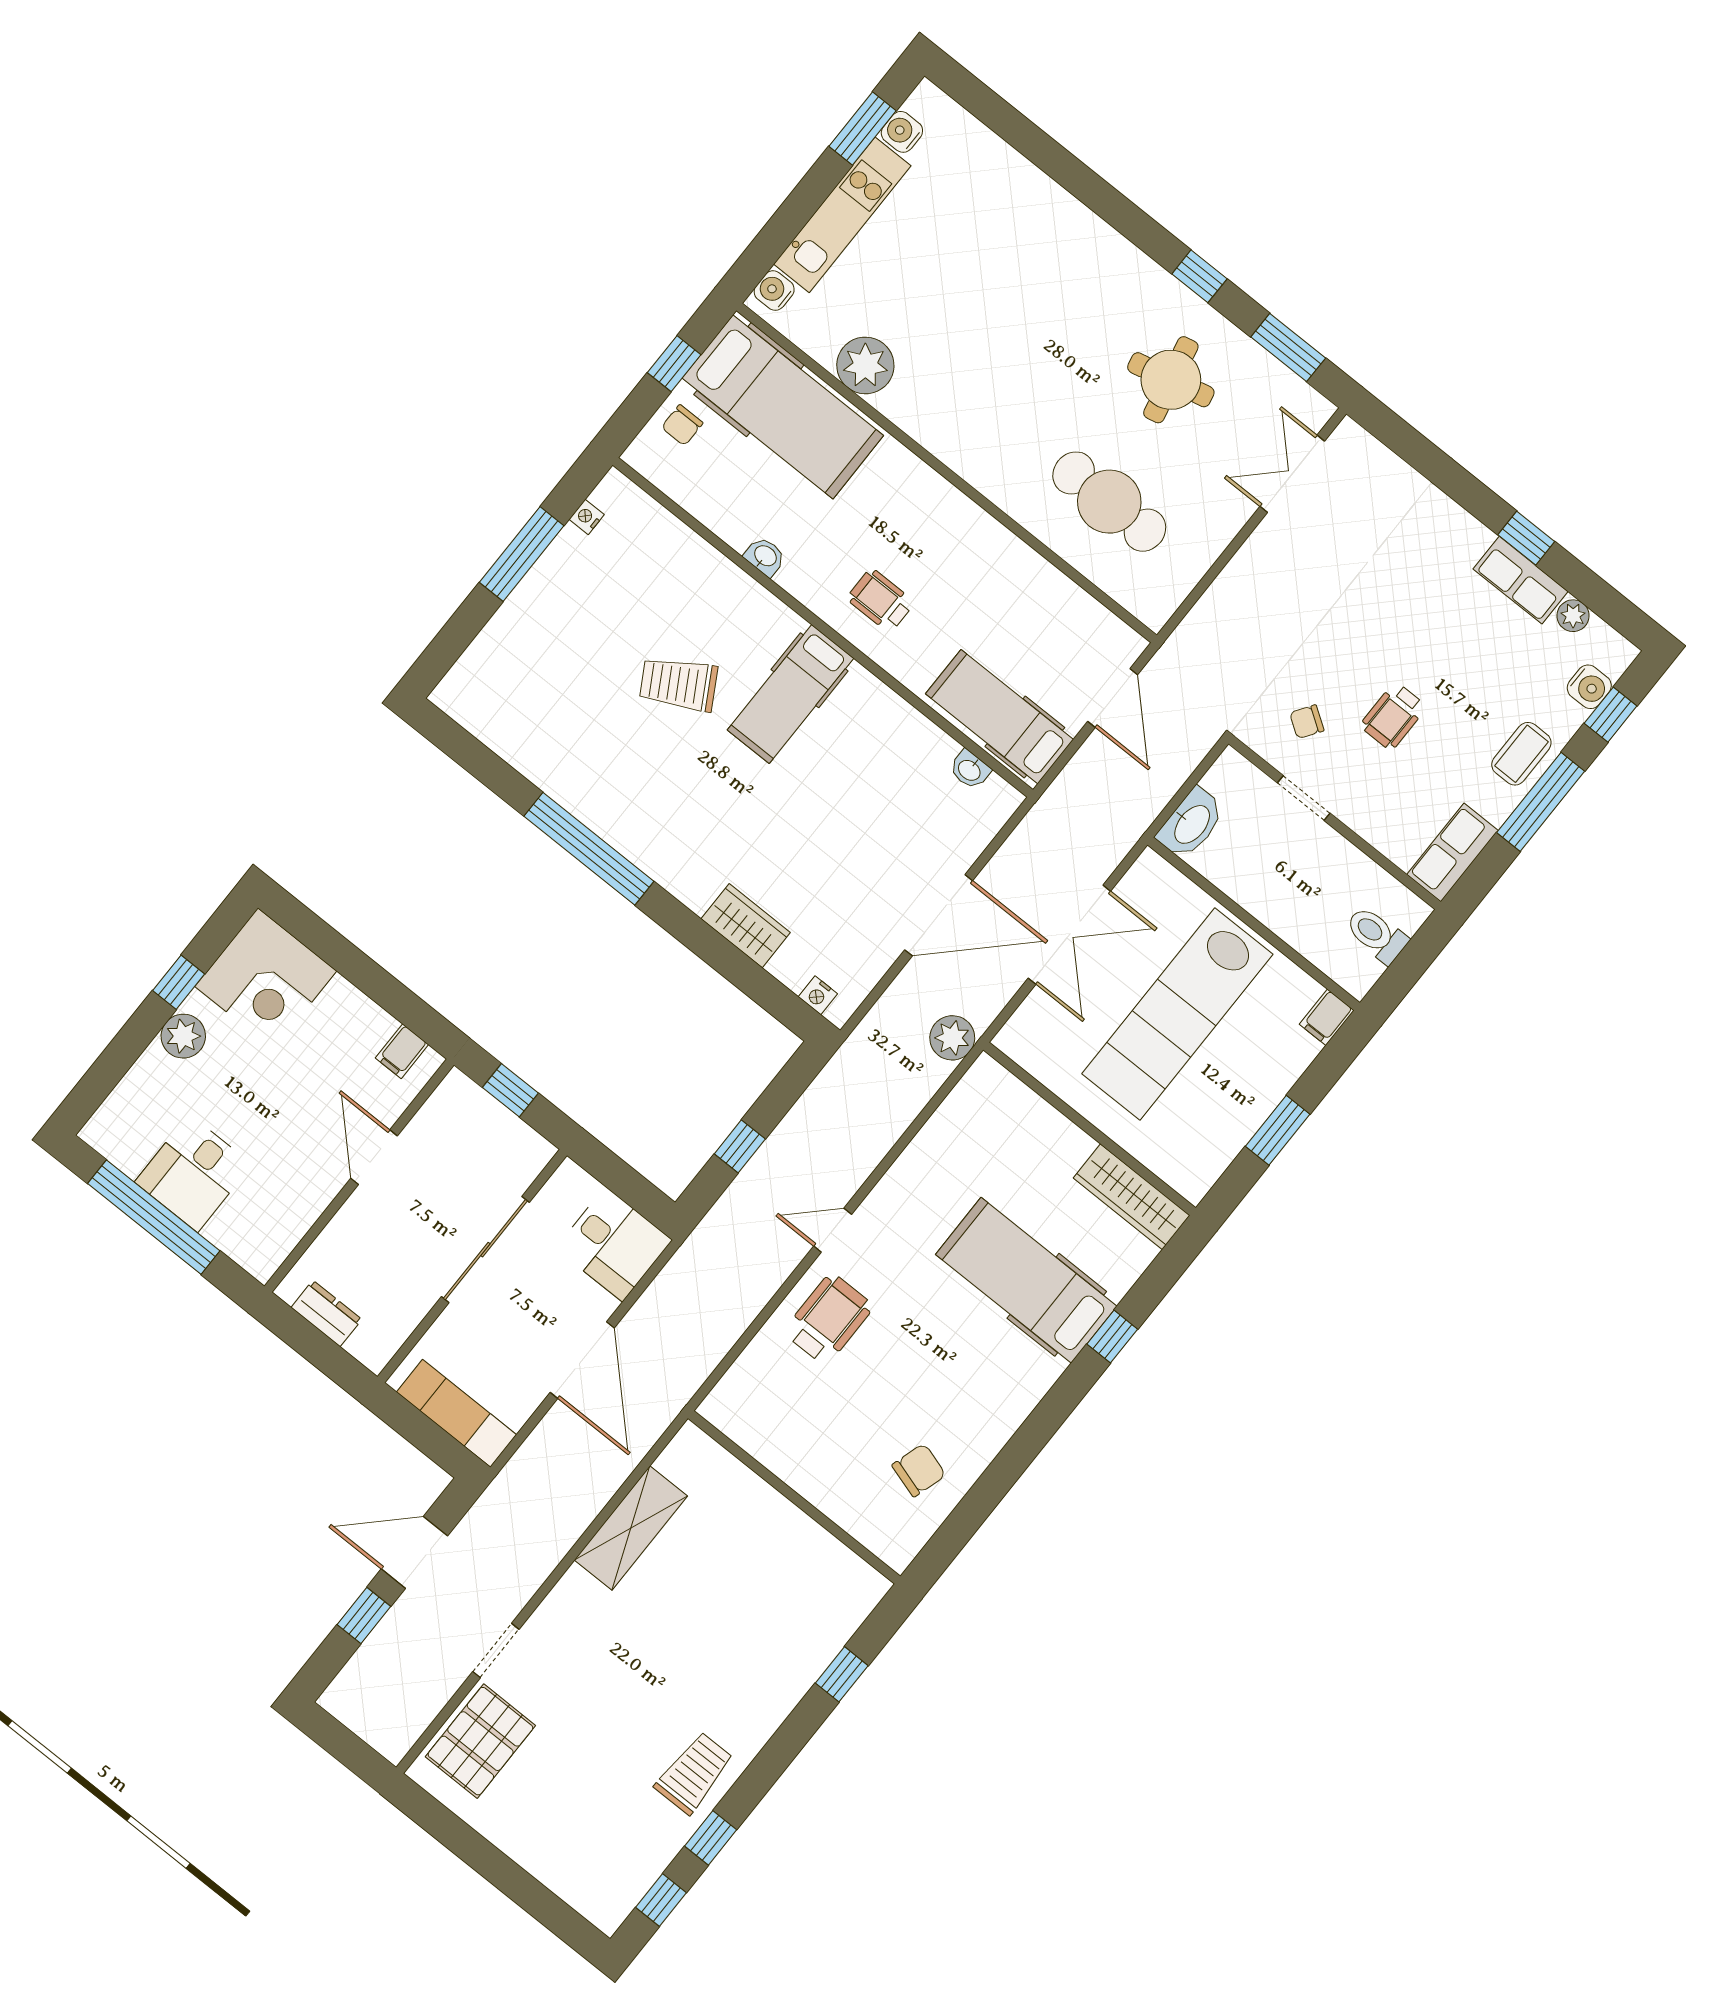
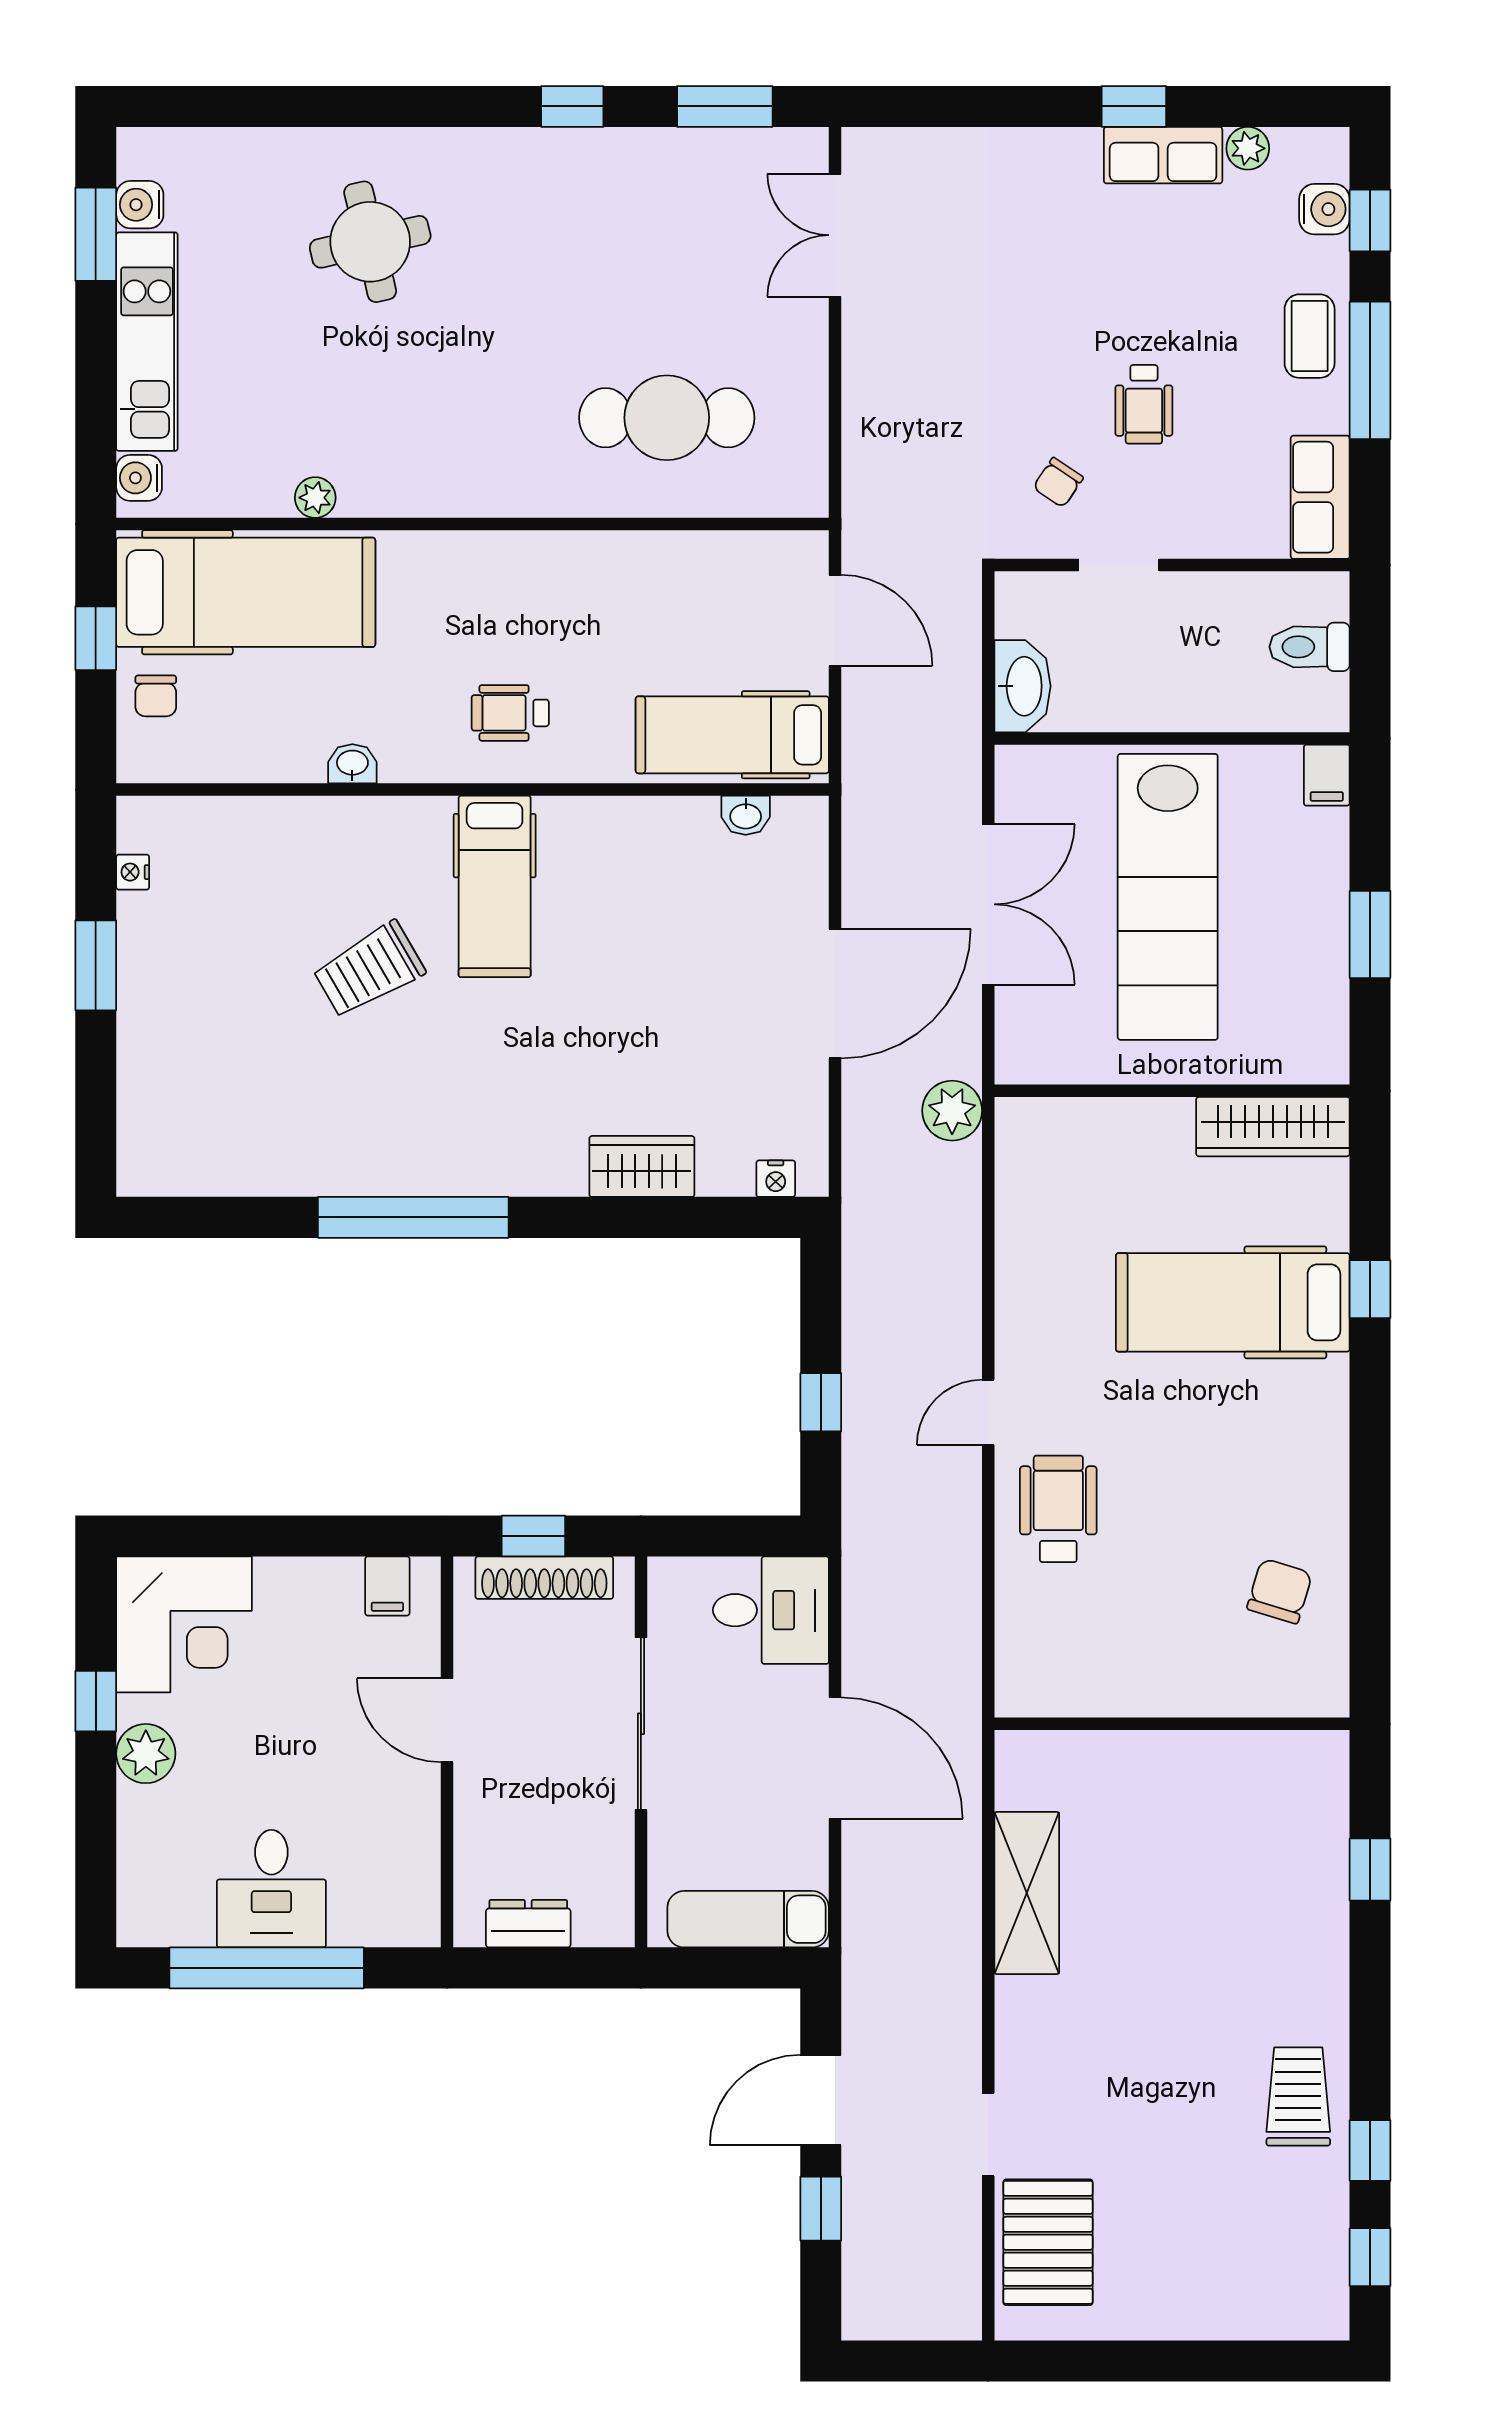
plant: (865, 365) -> (315, 498), width x0.53, depth x0.53
round table: (1171, 380) -> (370, 242), moved
window: (522, 554) -> (96, 965), width x0.69
shoe rack: (497, 1120) -> (544, 1578), added

